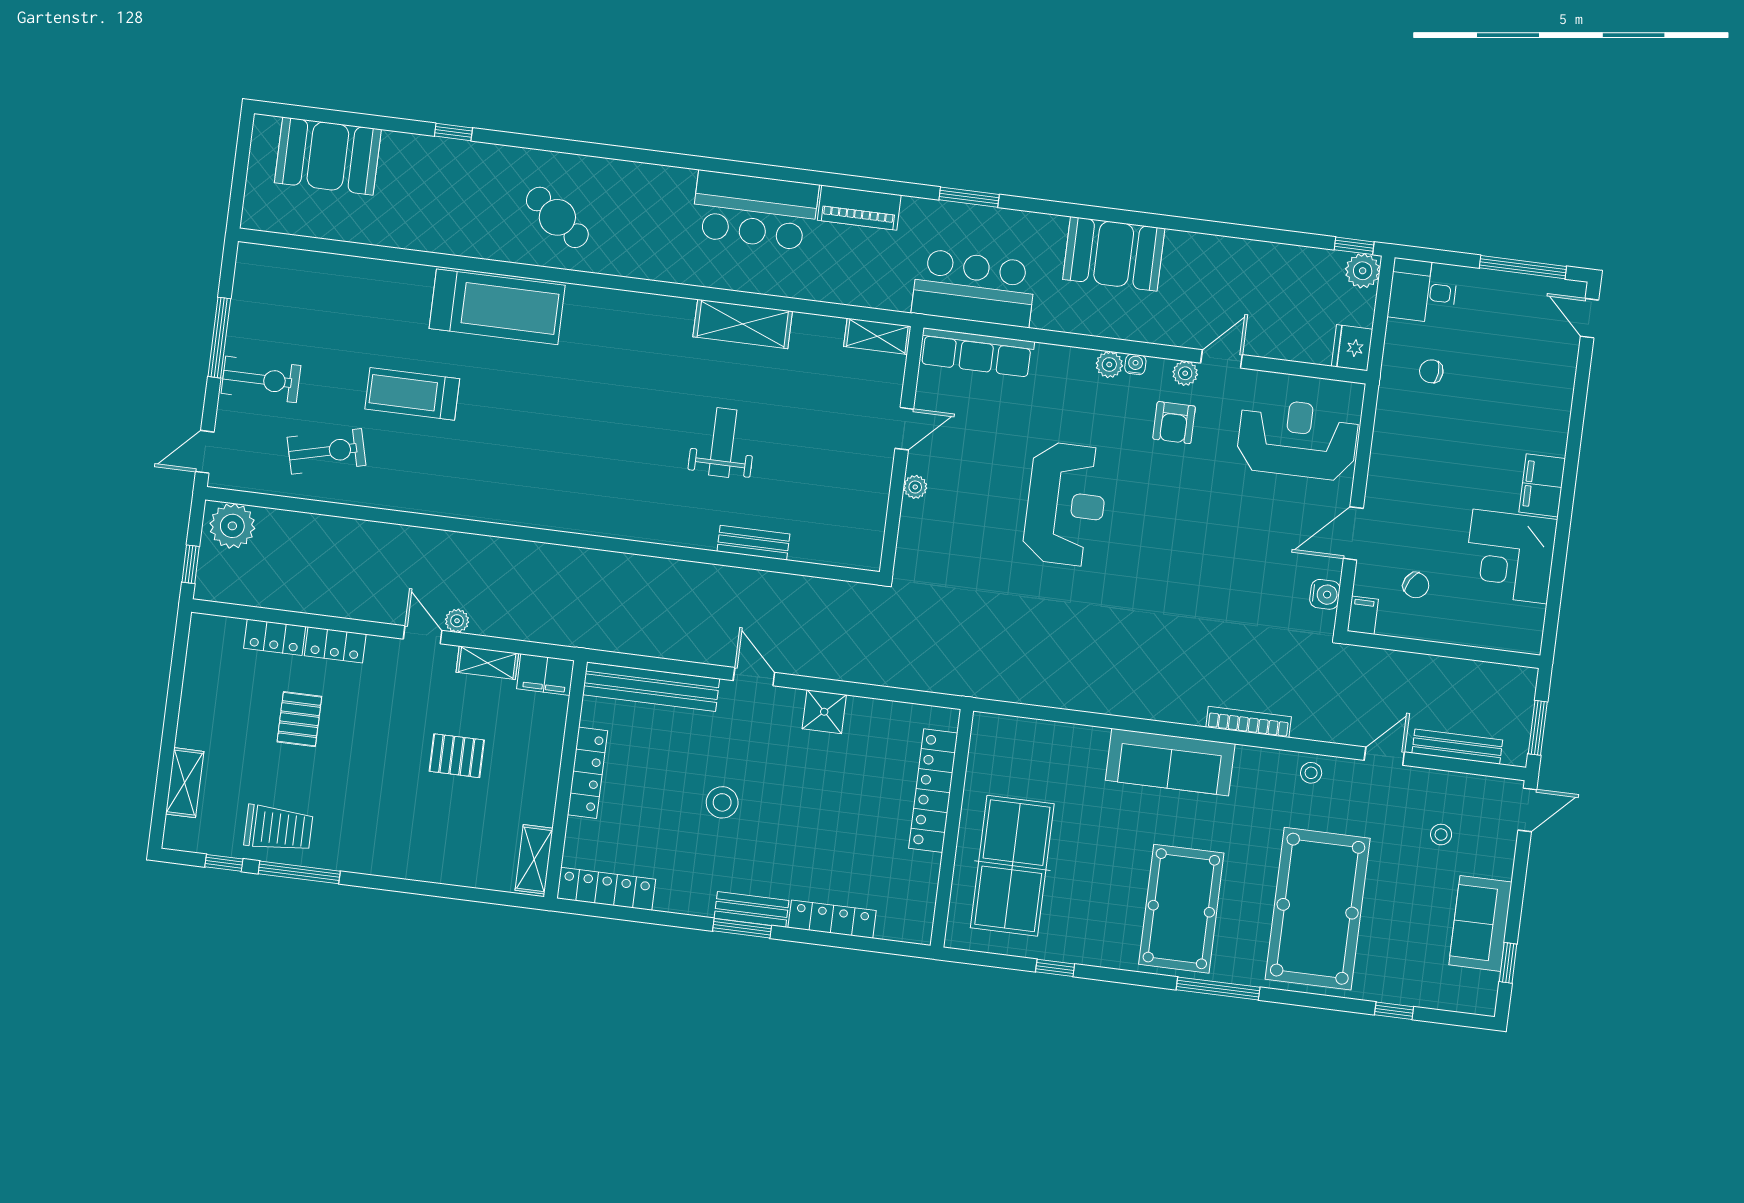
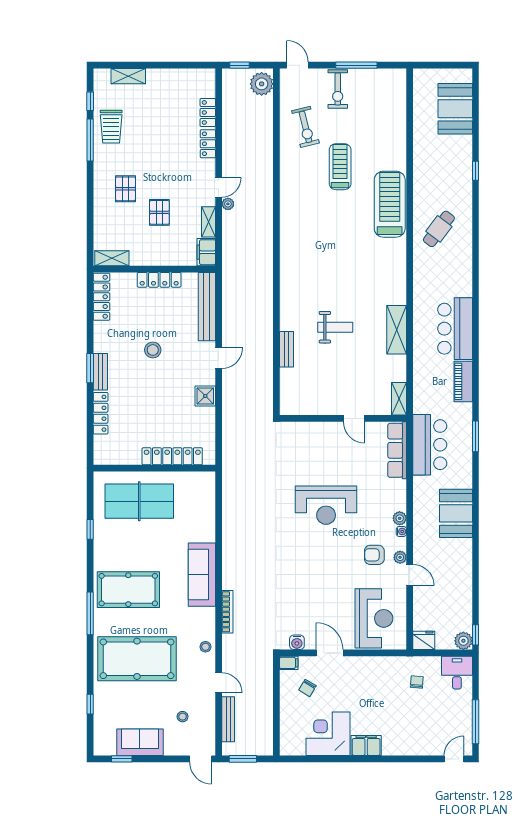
treadmill: (497, 307) -> (390, 204), turned 180
plant: (915, 487) -> (325, 428), removed
pallet: (299, 719) -> (125, 189), moved, turned 90

